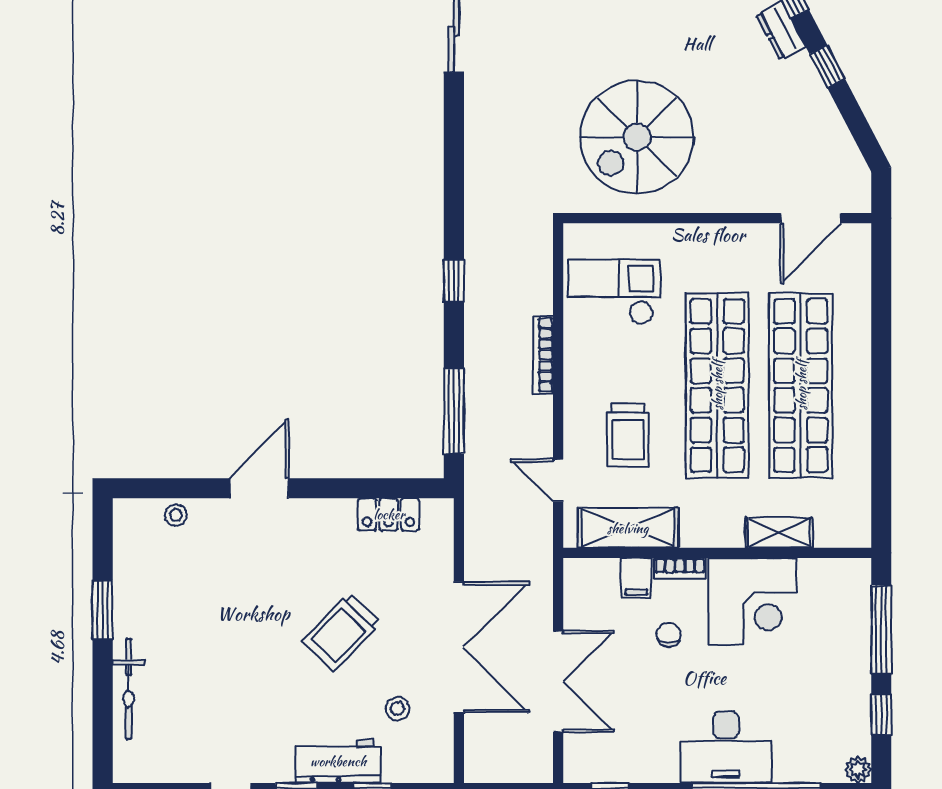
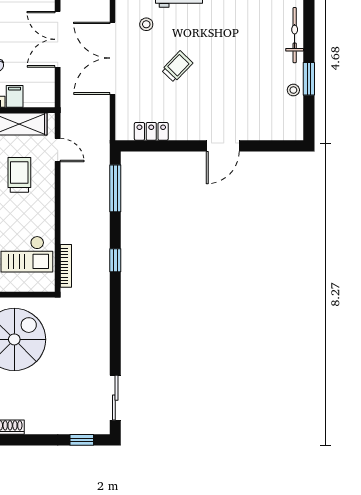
bookcase: (543, 355) -> (66, 266), moved
stool: (176, 515) -> (293, 90), moved
trolley: (342, 632) -> (177, 67), width x0.73, depth x0.72

